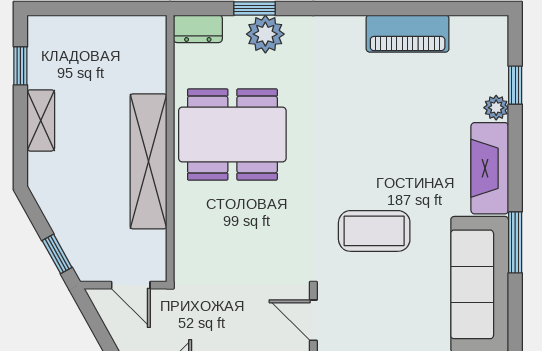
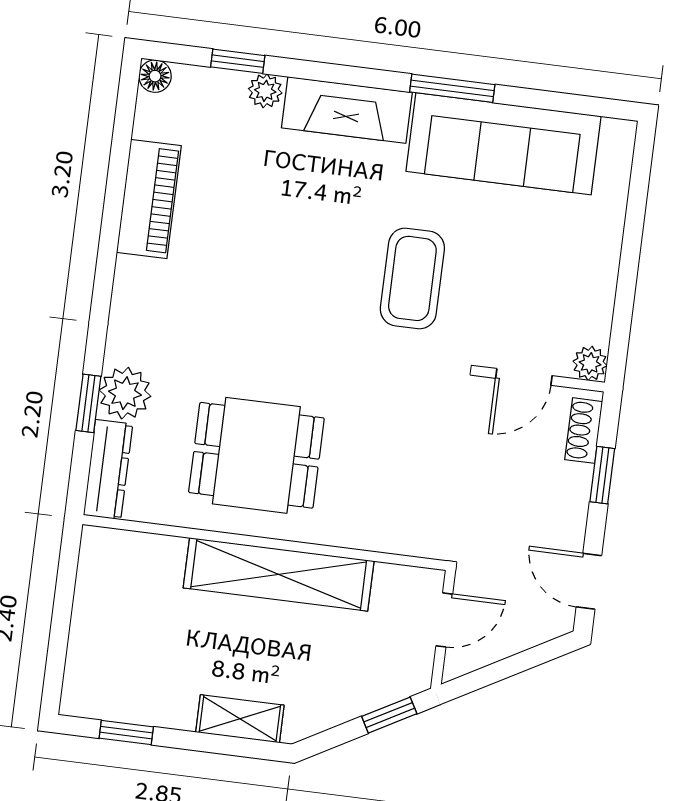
floor lamp: (497, 27) -> (155, 76), added
dresser: (198, 29) -> (108, 470), width x1.44
shelving: (41, 120) -> (240, 719), moved
dining table: (232, 135) -> (256, 455), width x0.73

